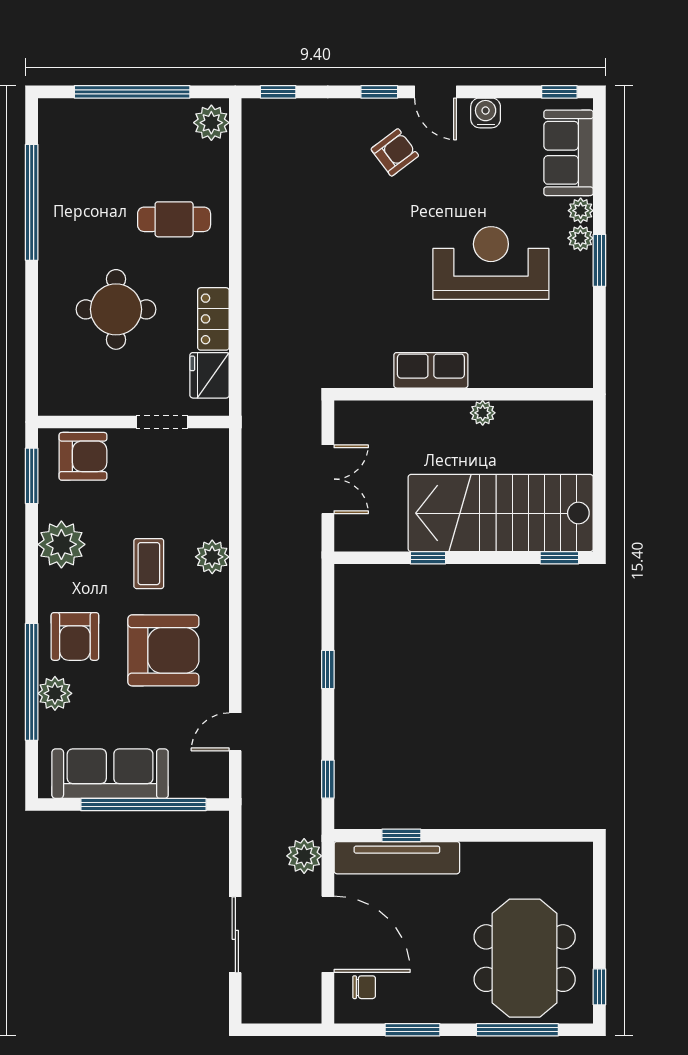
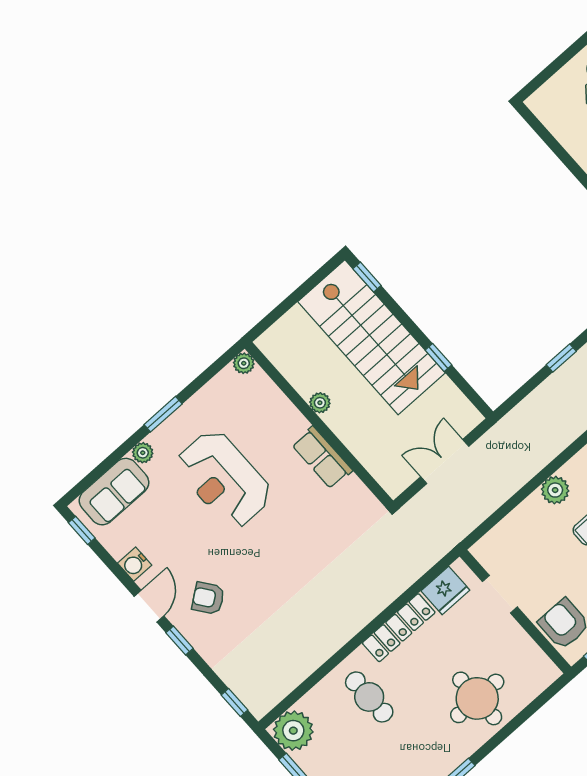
plant: (211, 123) -> (293, 731), width x1.36, depth x1.36
plant: (580, 238) -> (244, 363), moved
round table: (116, 309) -> (477, 698), moved
locker: (213, 319) -> (399, 628), width x1.53

